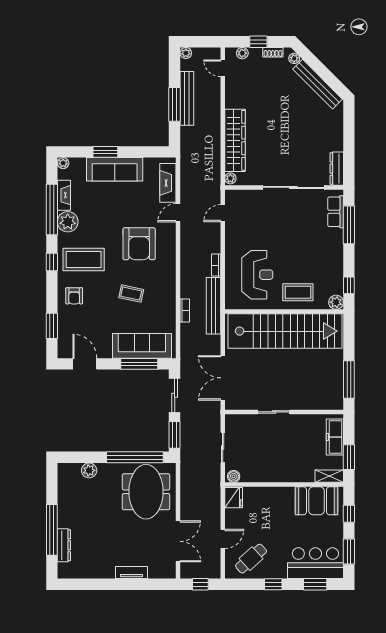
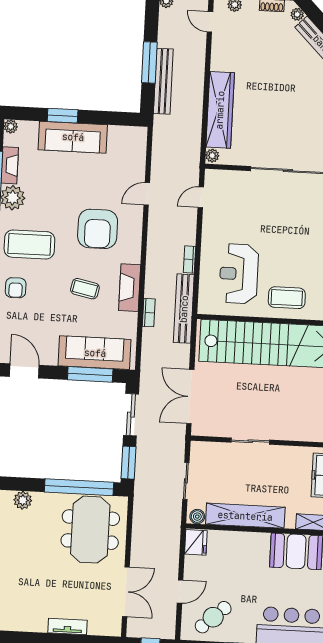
bench: (187, 98) -> (163, 81), moved
fireplace: (168, 183) -> (130, 288), moved
reception desk: (257, 275) -> (239, 274), turned 180
shelving: (273, 474) -> (245, 516), added

